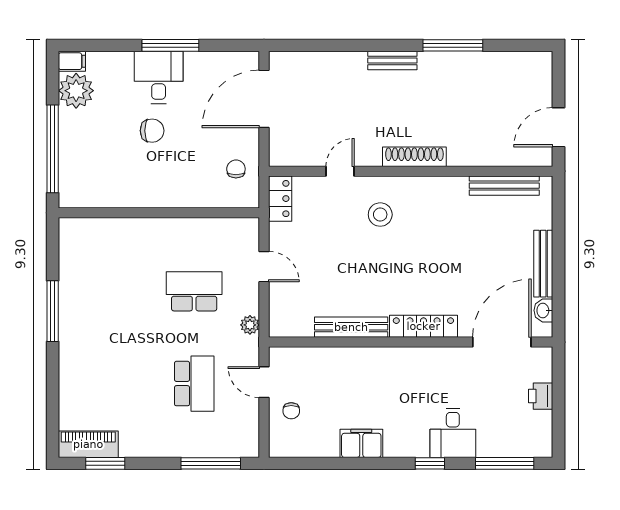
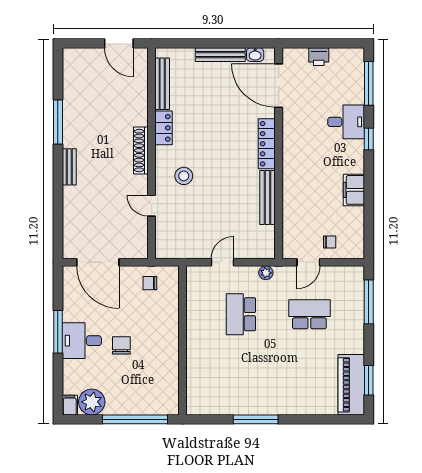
locker: (280, 199) -> (164, 128), moved, turned 90
piano: (88, 444) -> (351, 385), width x1.37, depth x1.33

